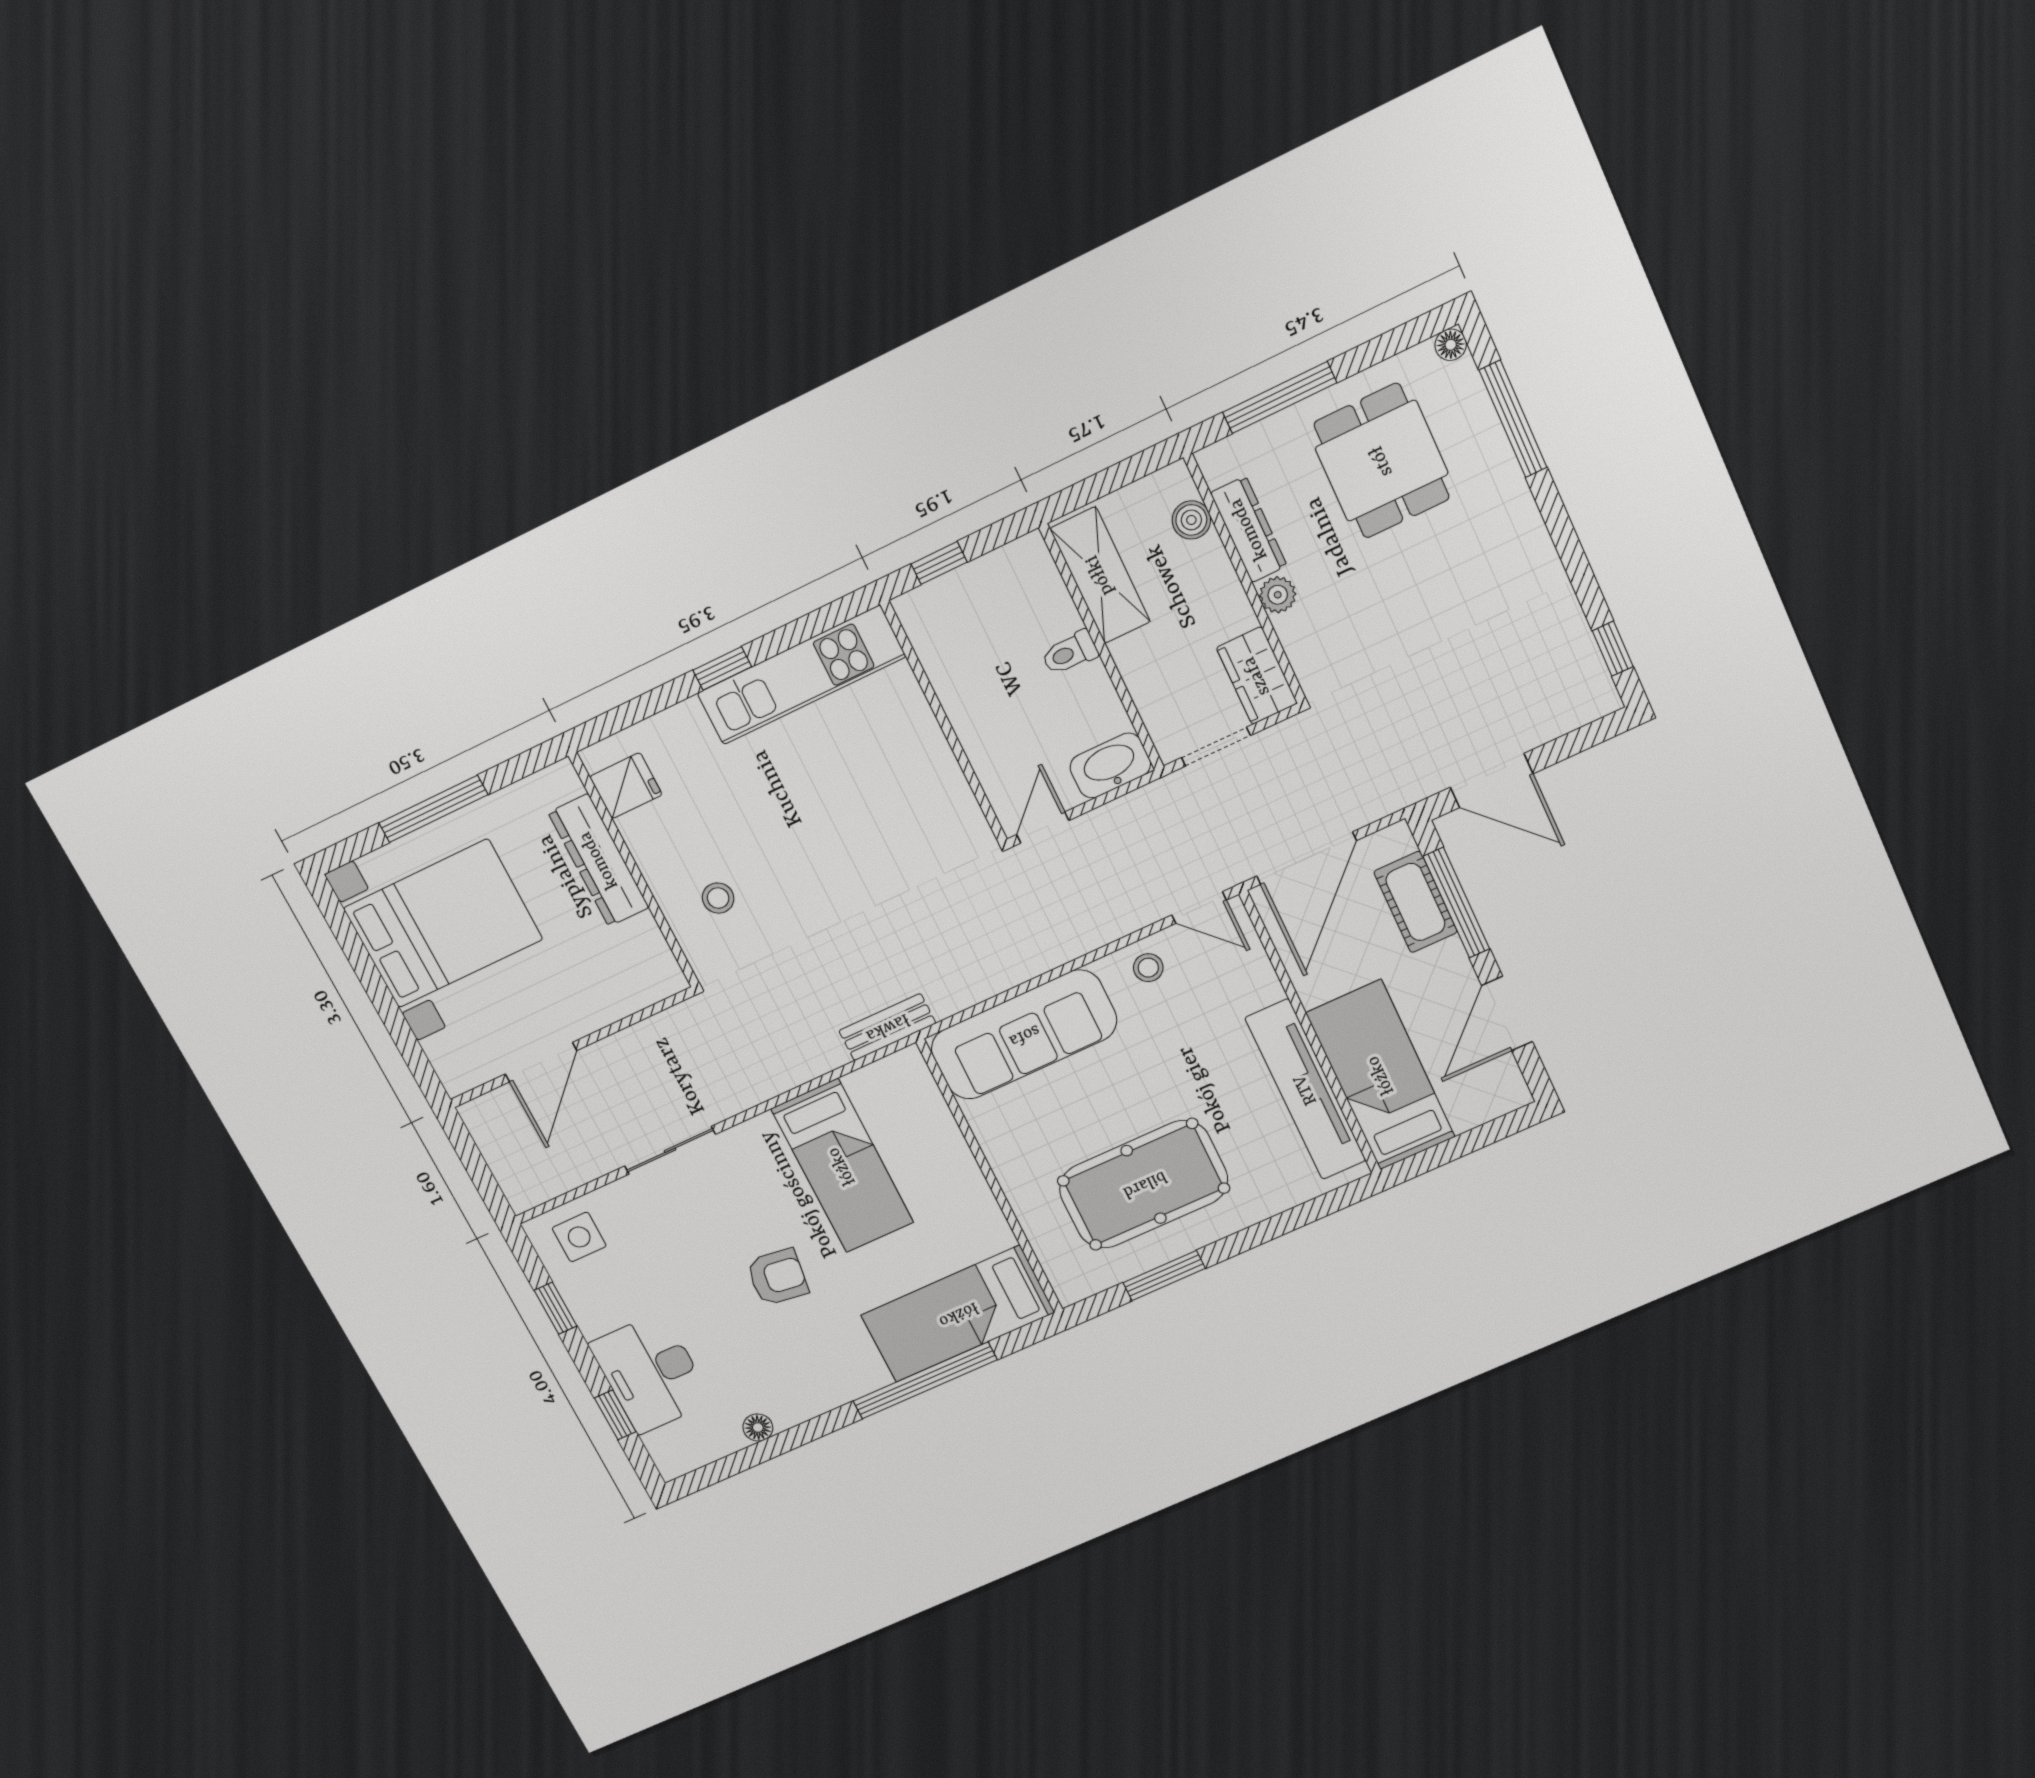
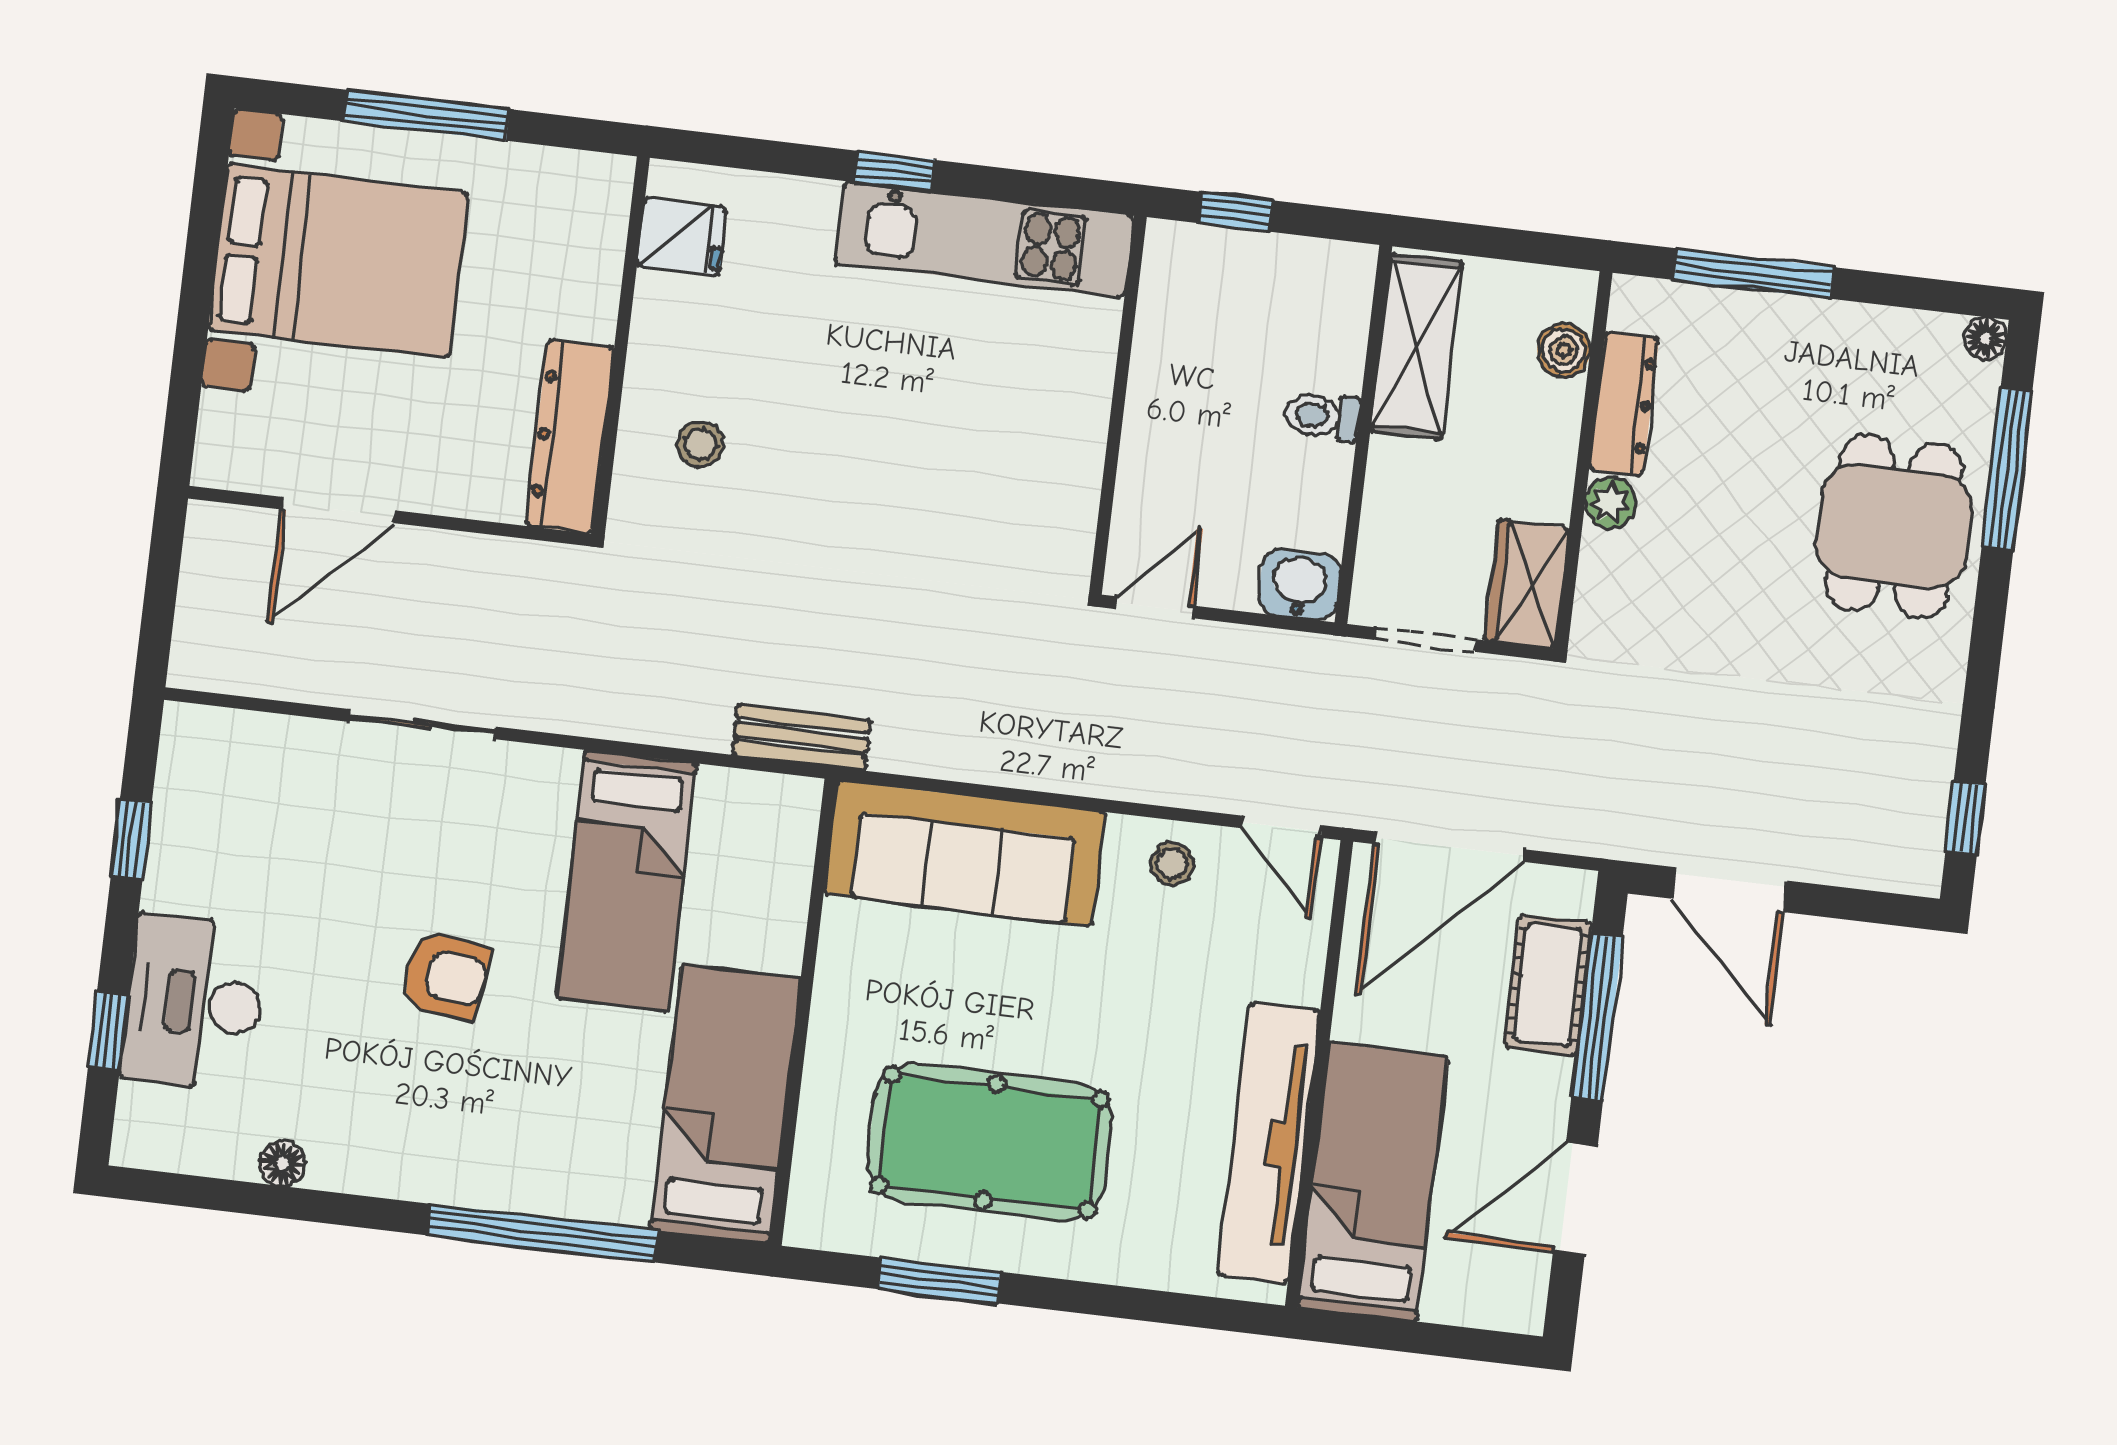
dining table: (1382, 461) -> (1894, 526), moved
washbasin: (1110, 766) -> (1299, 585), width x0.72
dresser: (599, 860) -> (570, 437), moved
side table: (579, 1237) -> (228, 765), removed
bed: (958, 1314) -> (725, 1105), moved, turned 90

